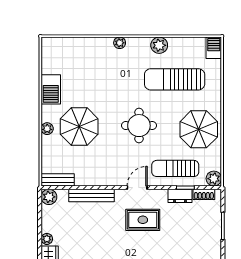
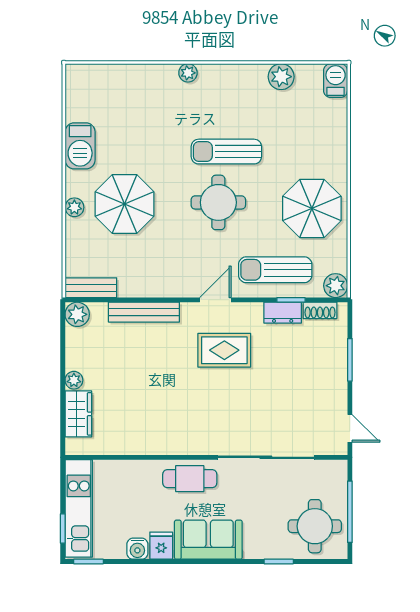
plant: (159, 45) -> (281, 77), moved
sun lounger: (175, 79) -> (226, 152), moved, width x0.73, depth x0.75

